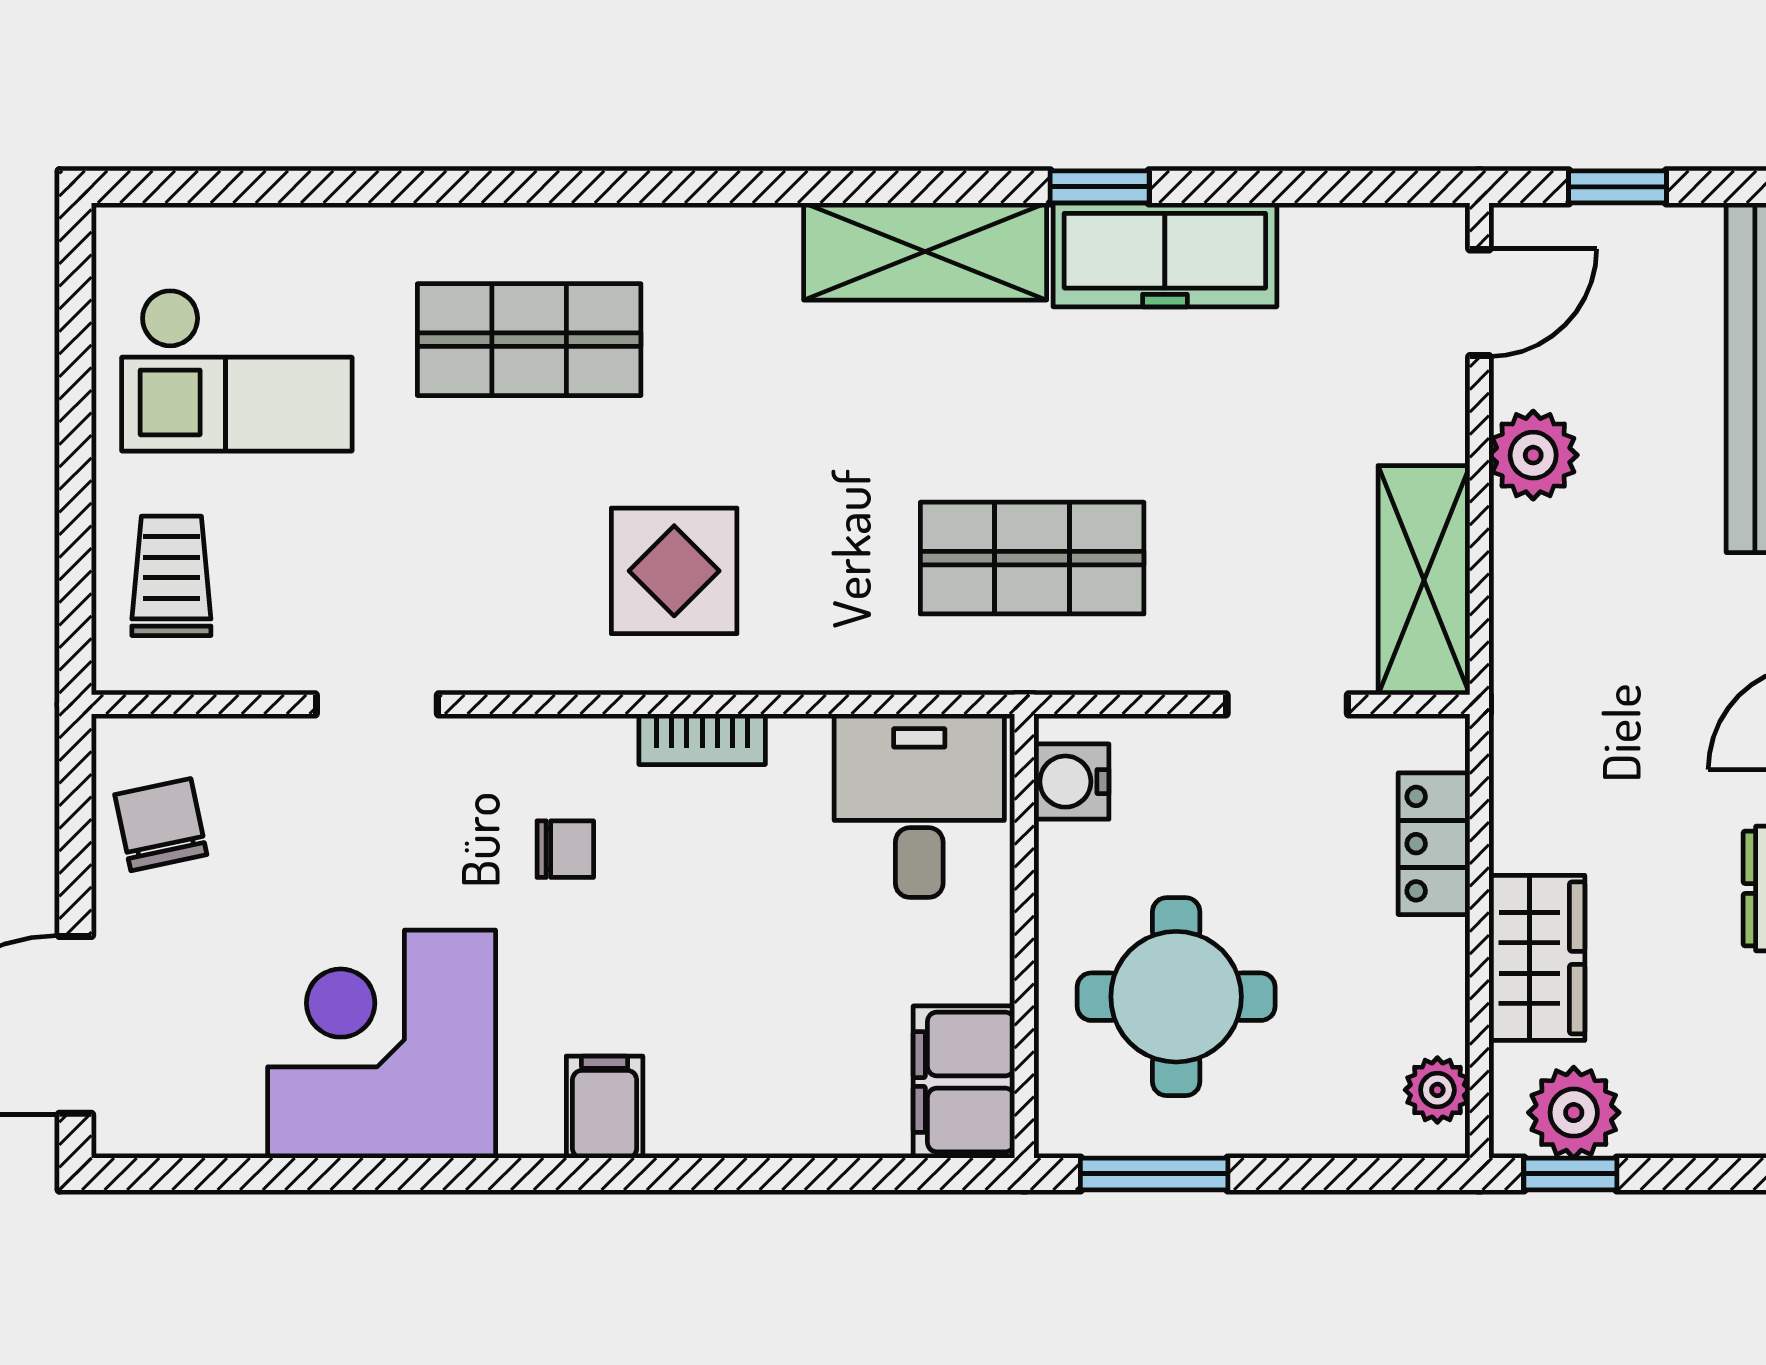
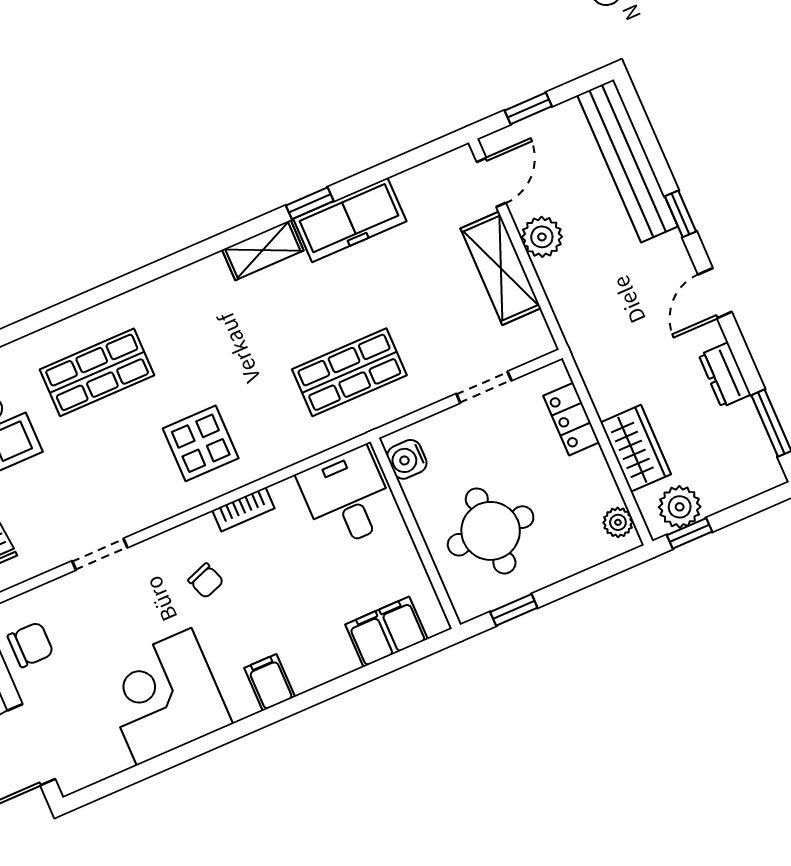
shelving: (925, 252) -> (263, 250), width x0.67, depth x0.75
shelving: (1424, 580) -> (501, 268), moved
chair: (161, 825) -> (31, 645), turned 102
chair: (565, 849) -> (206, 581), turned 70
filing cabinet: (964, 1082) -> (386, 632), moved, turned 90
window: (1154, 1174) -> (514, 610), width x0.67

